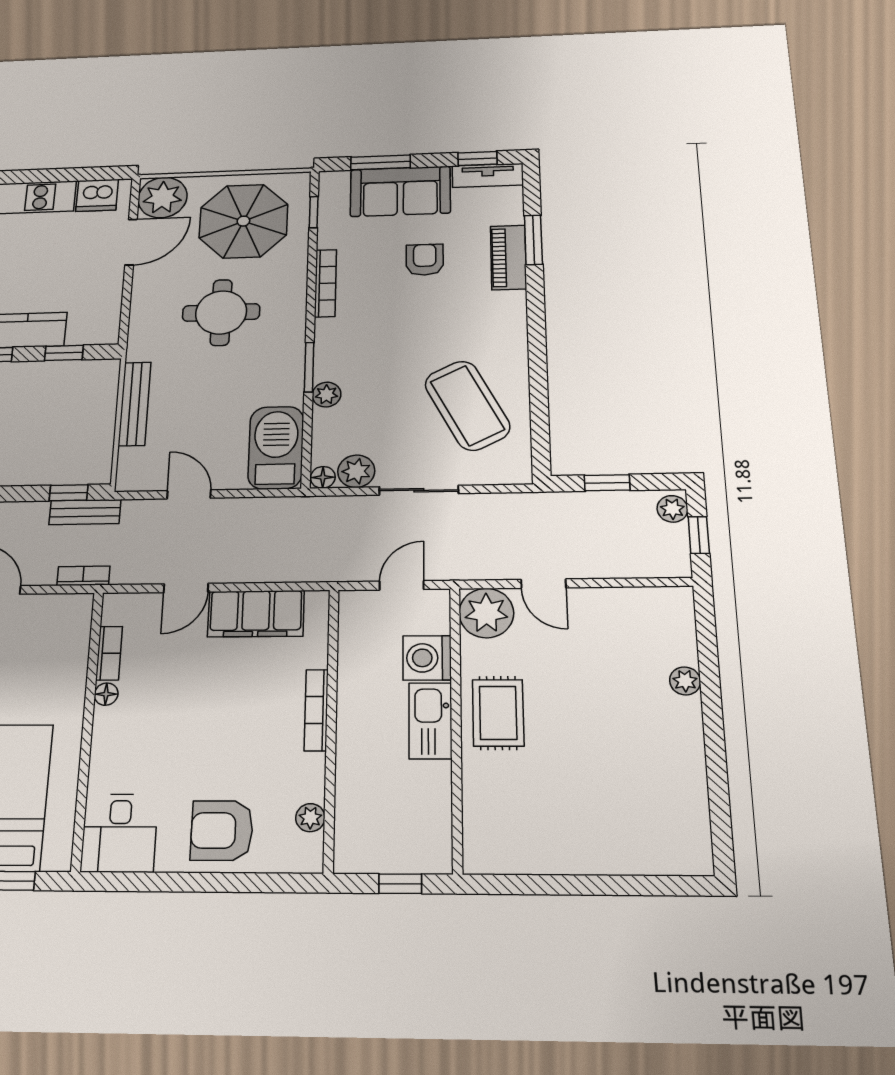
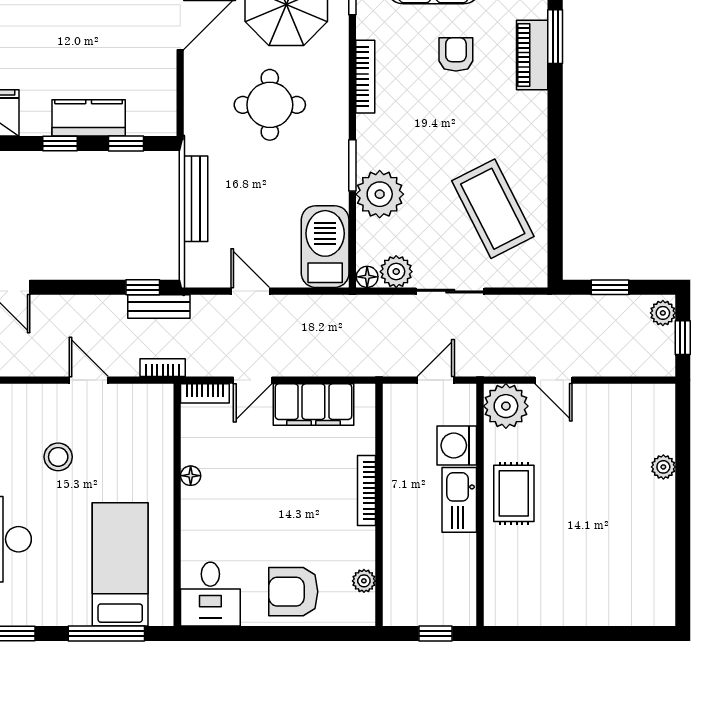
plant: (326, 395) -> (380, 194), width x1.88, depth x1.88
bookcase: (109, 653) -> (205, 393), moved, turned 90

